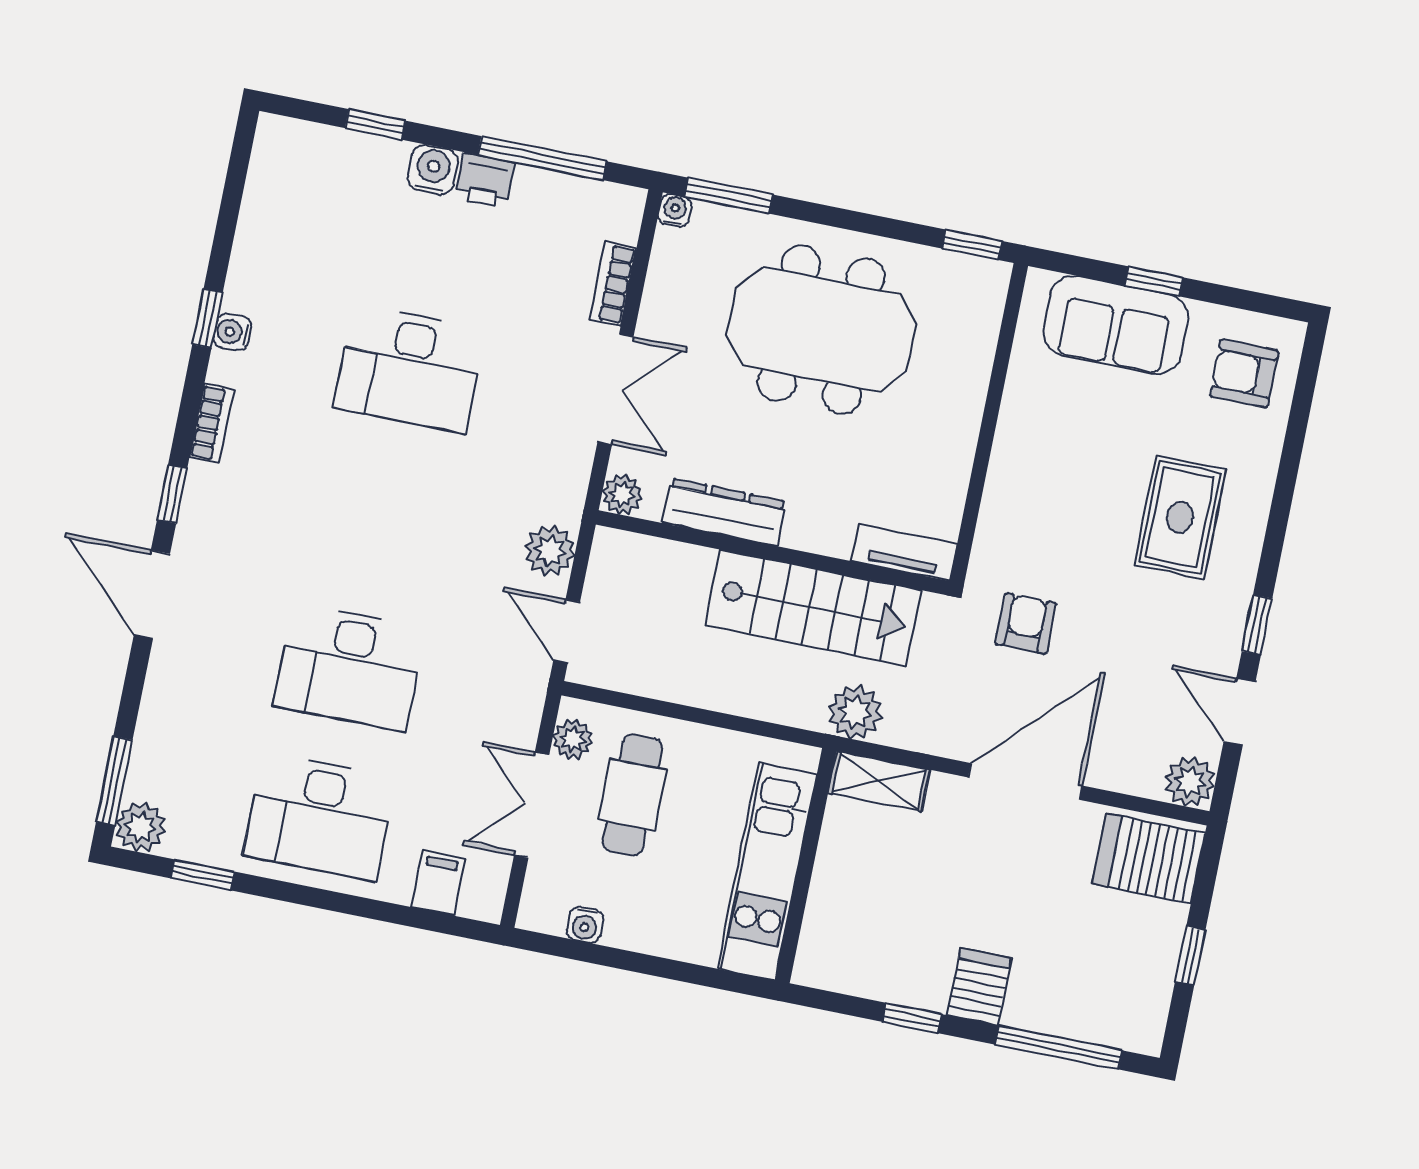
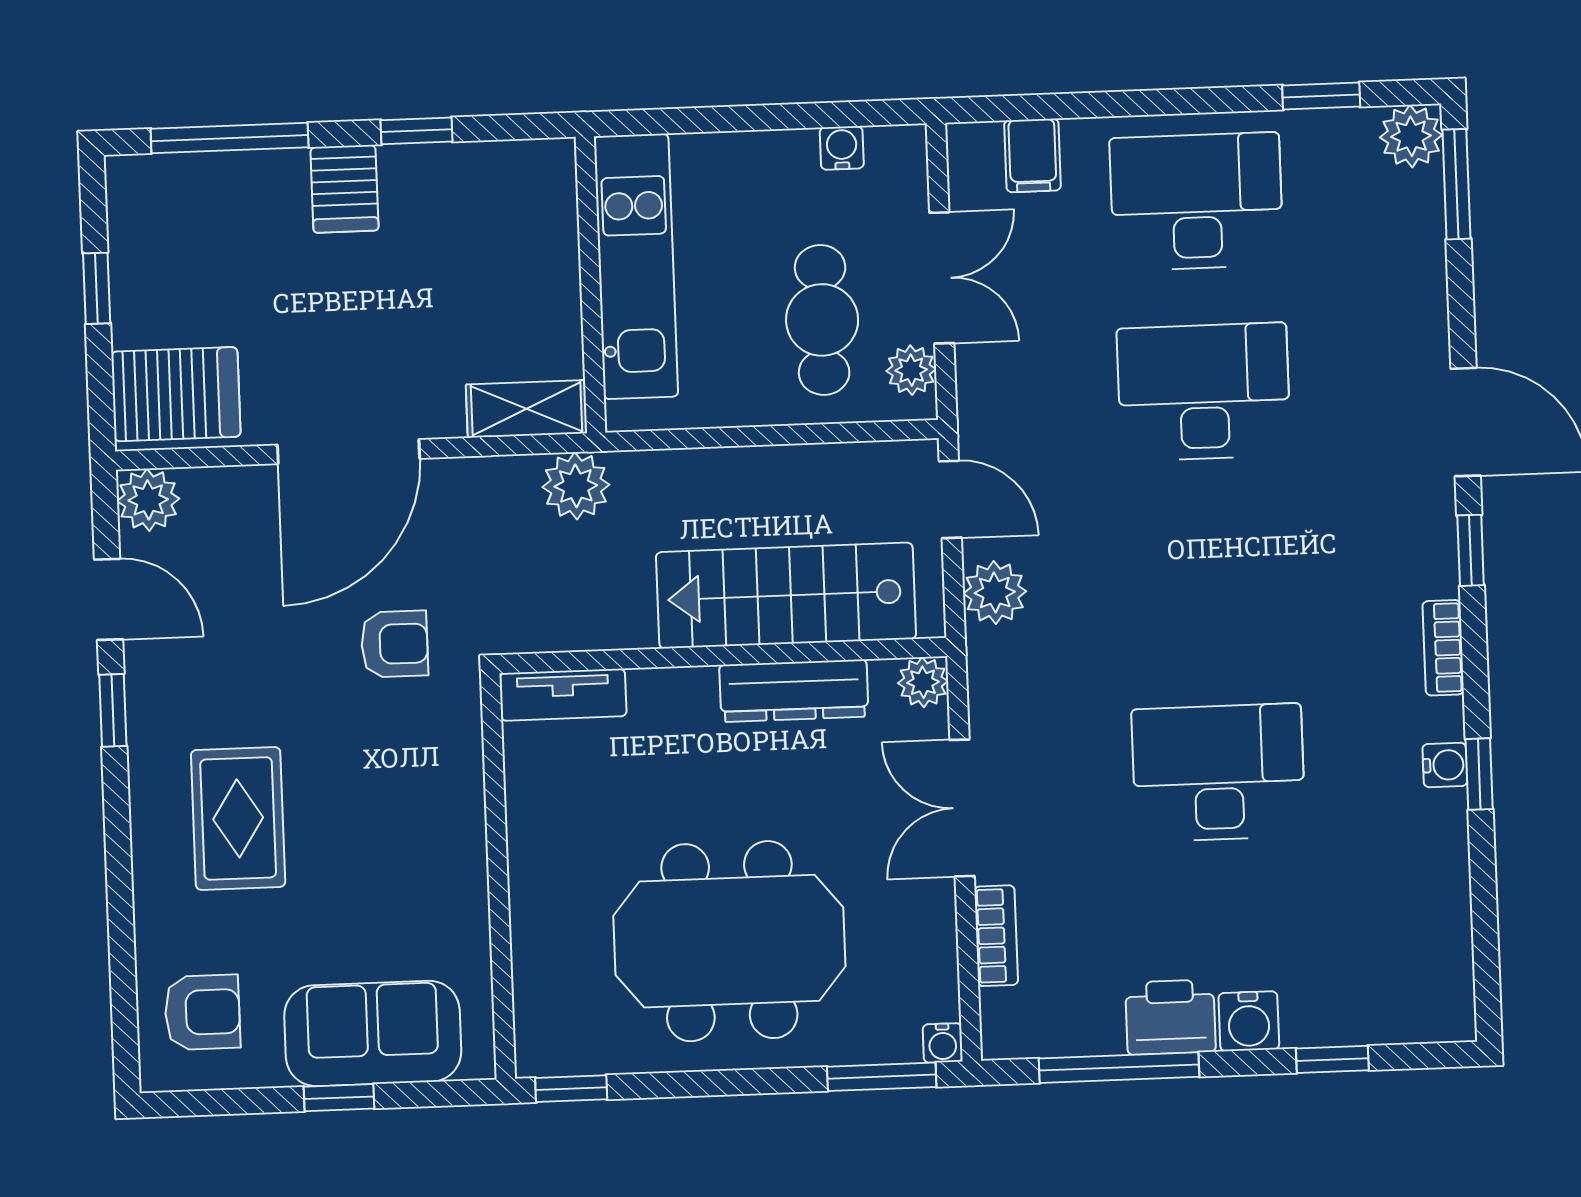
printer: (485, 180) -> (1170, 1017), width x1.36, depth x1.24
stairs: (813, 608) -> (786, 596), moved
armchair: (1026, 623) -> (394, 644), turned -90

